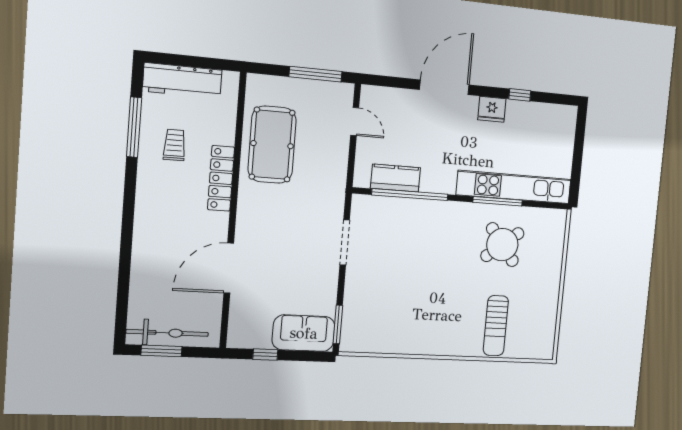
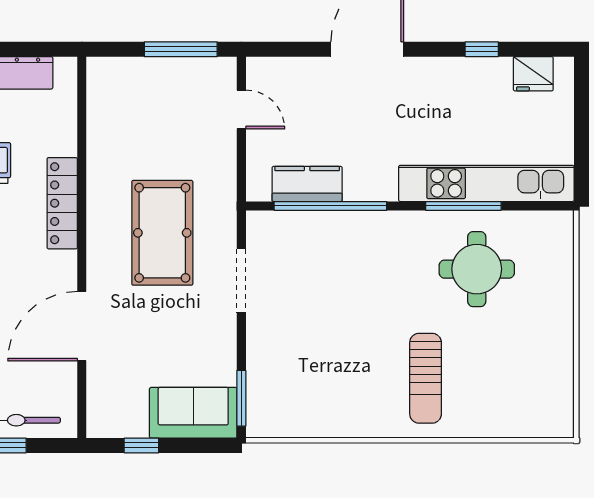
fridge: (492, 109) -> (533, 74), moved
pool table: (272, 145) -> (162, 233), moved
round table: (502, 245) -> (477, 269), turned 38
sun lounger: (496, 326) -> (426, 378), moved

